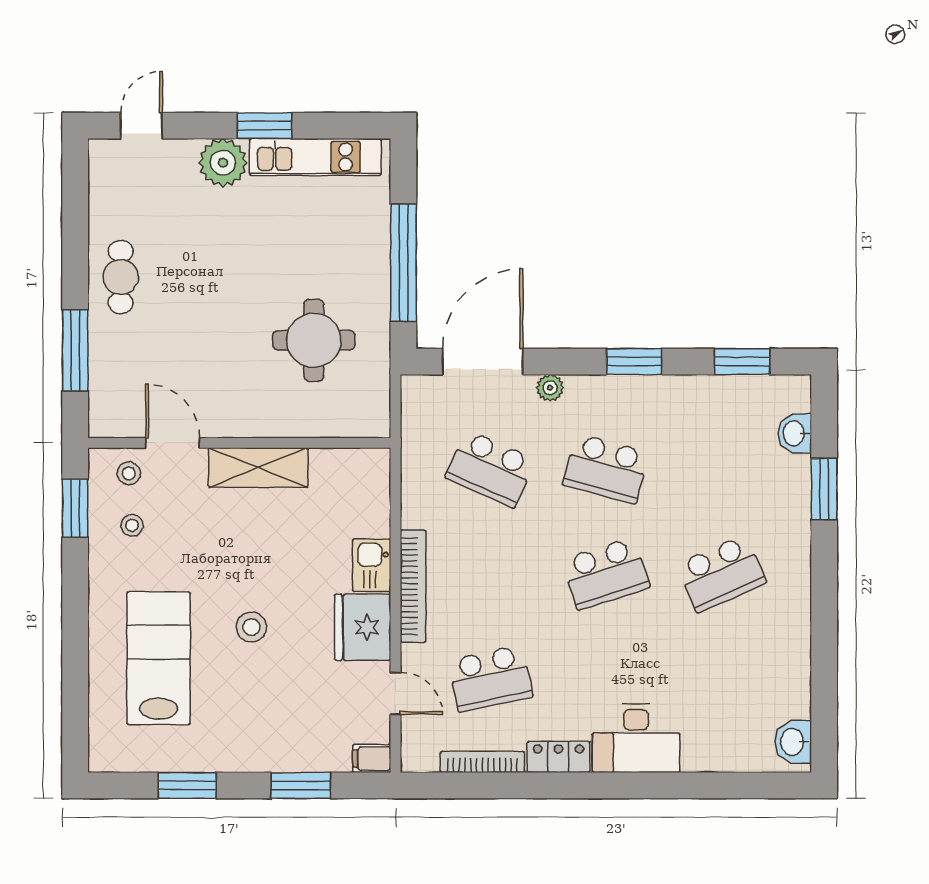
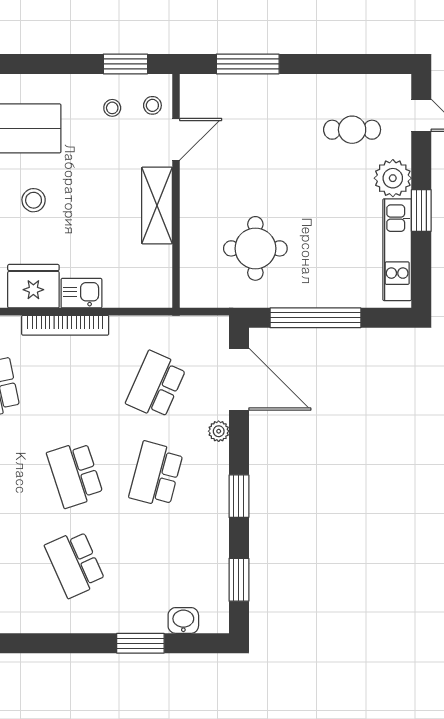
cafe table: (121, 277) -> (352, 130), moved

